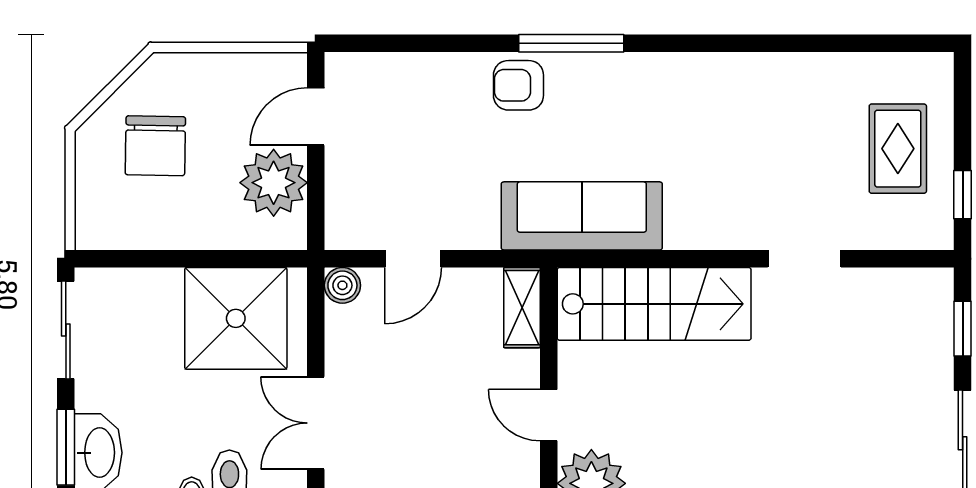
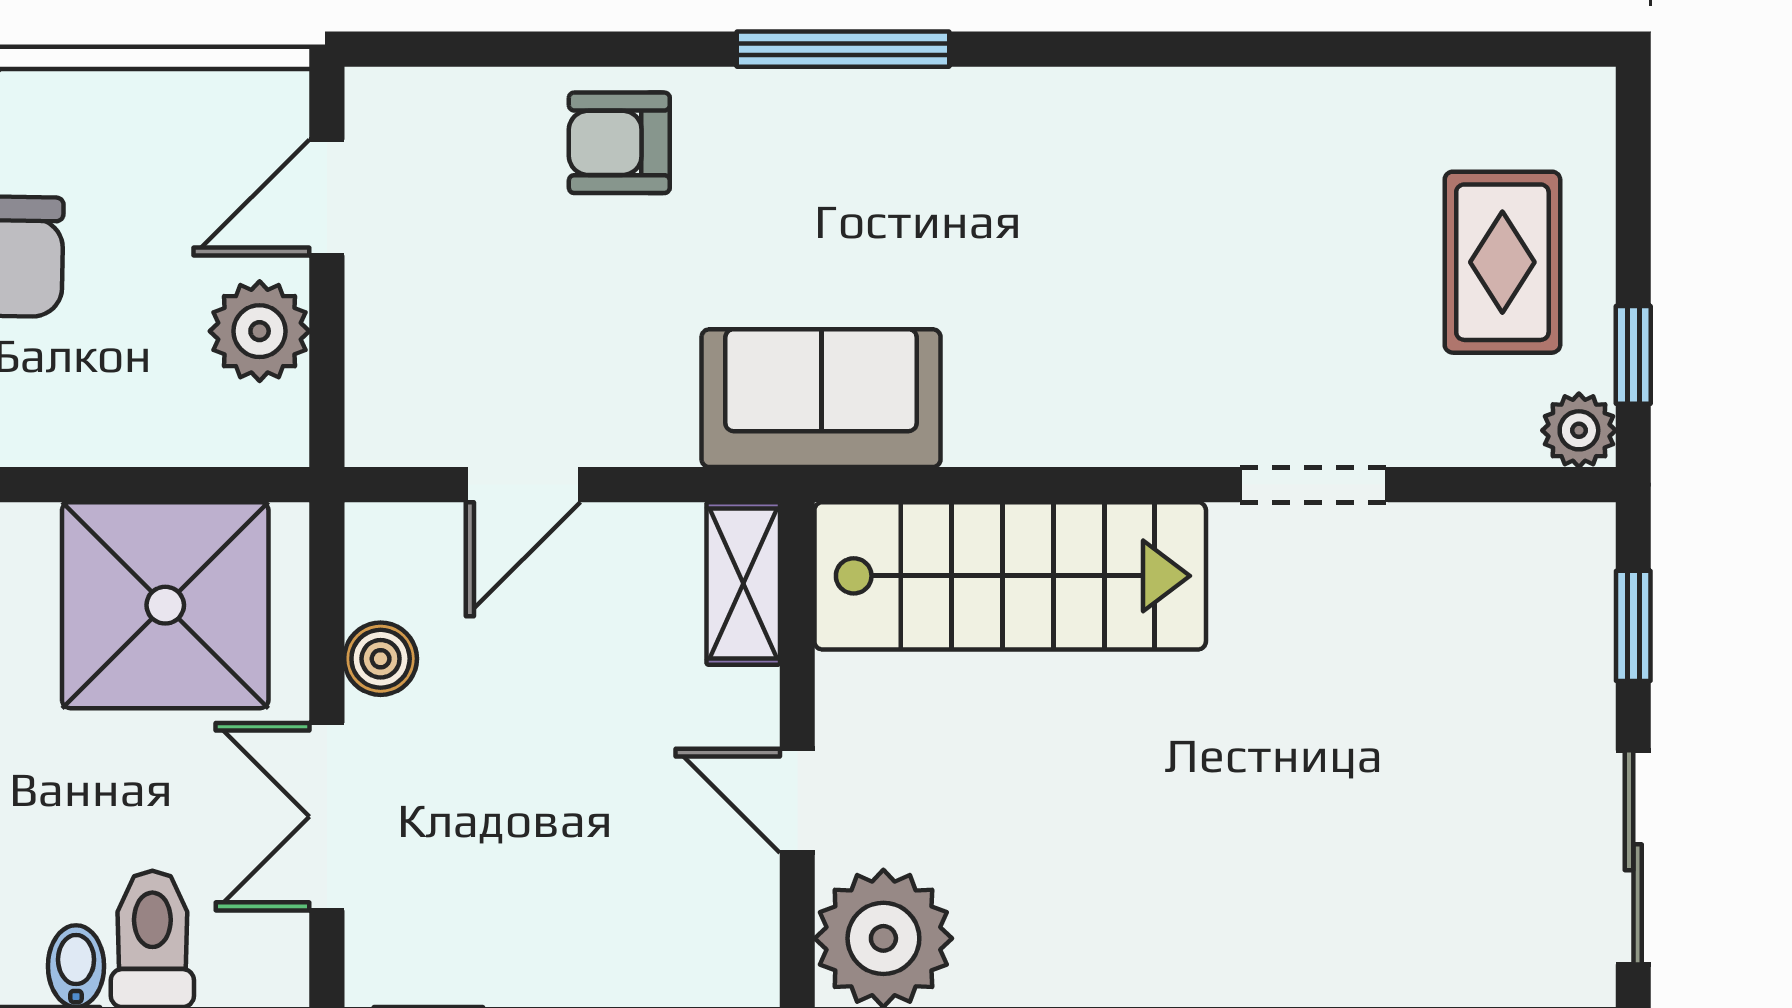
armchair: (518, 85) -> (619, 143), moved
plant: (274, 183) -> (260, 331), width x0.73, depth x0.73
sofa: (582, 216) -> (821, 398), width x0.73
plant: (936, 232) -> (1579, 430), added
boiler: (342, 285) -> (381, 659), moved

